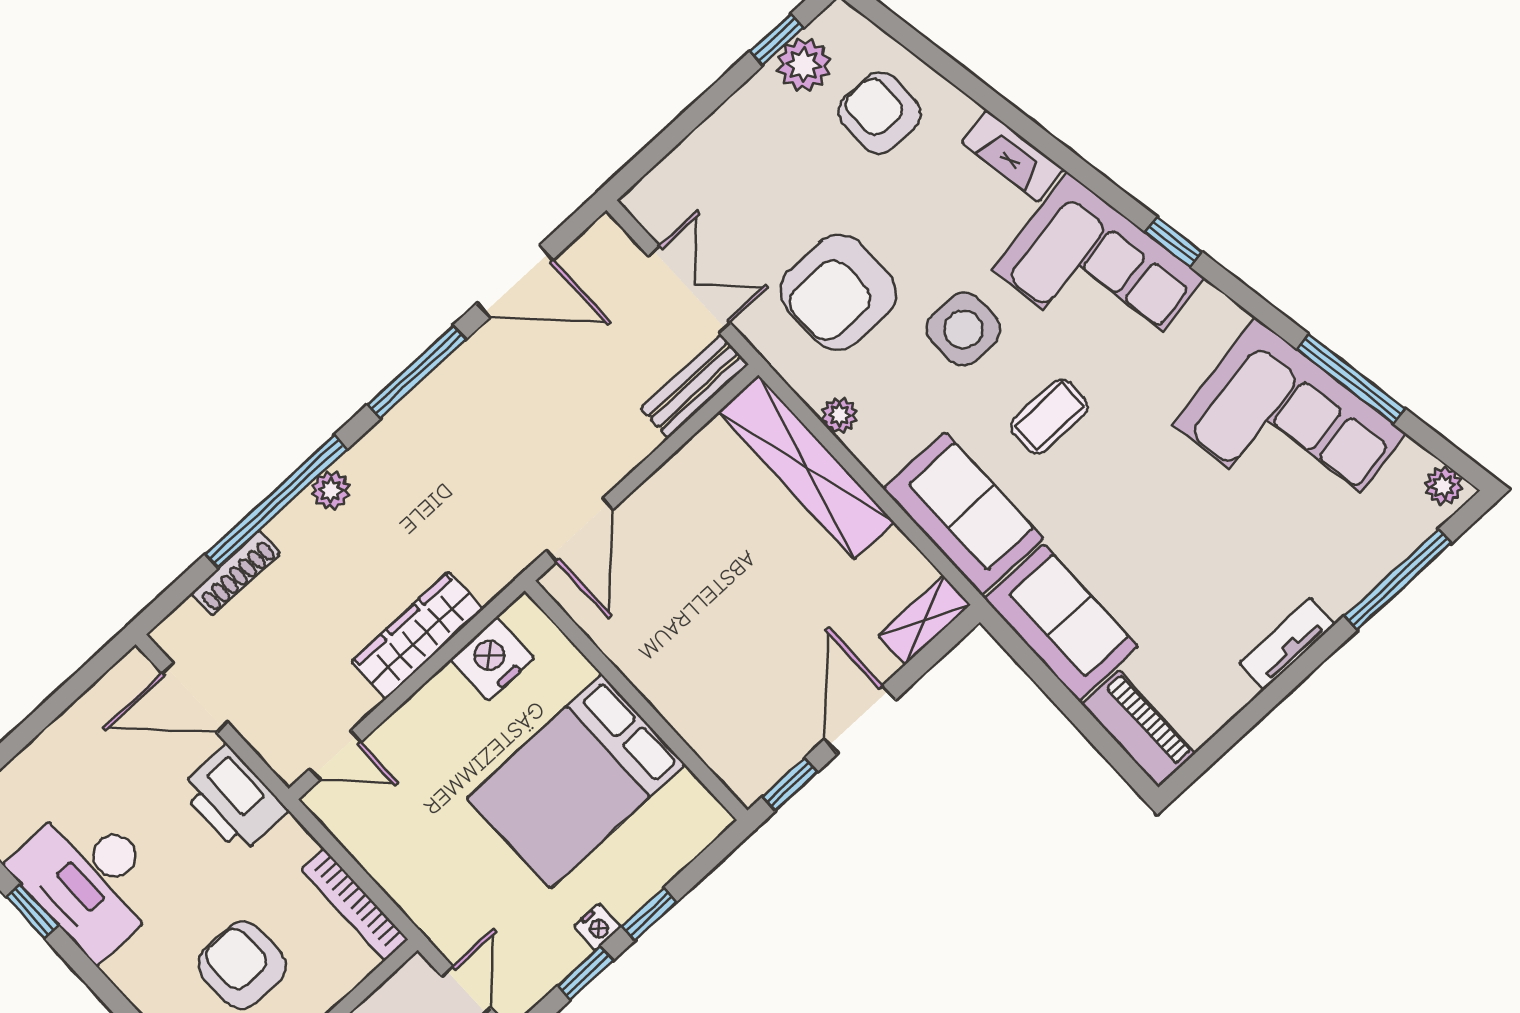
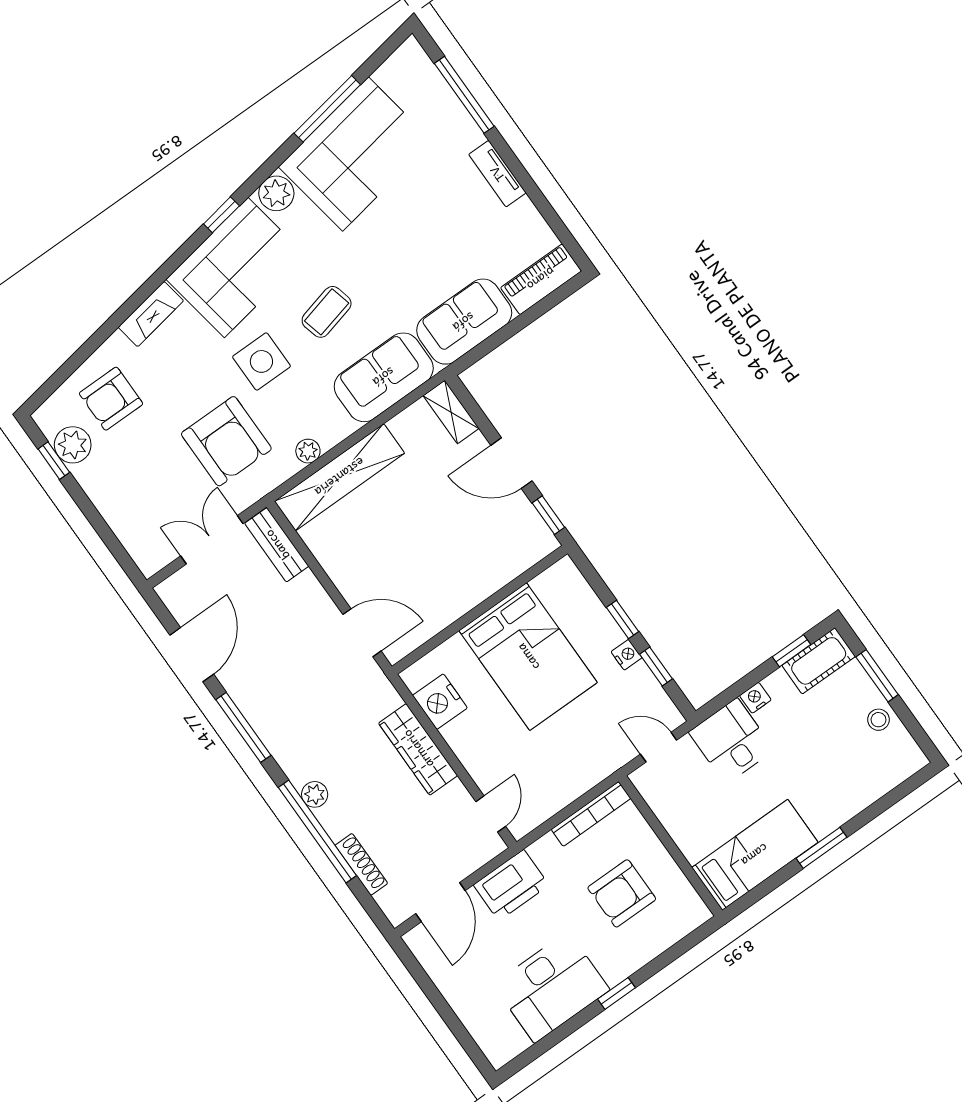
coffee table: (1049, 416) -> (327, 312), turned 76
plant: (1443, 486) -> (276, 193), moved, width x1.38, depth x1.38
window: (33, 911) -> (617, 993), moved

